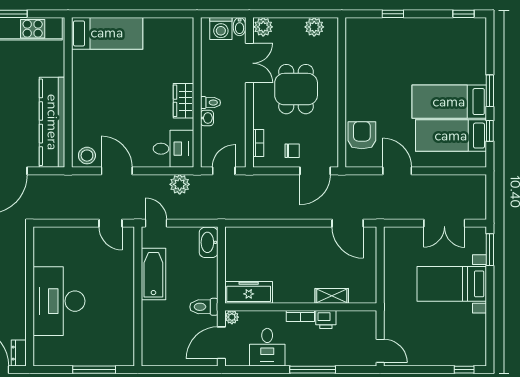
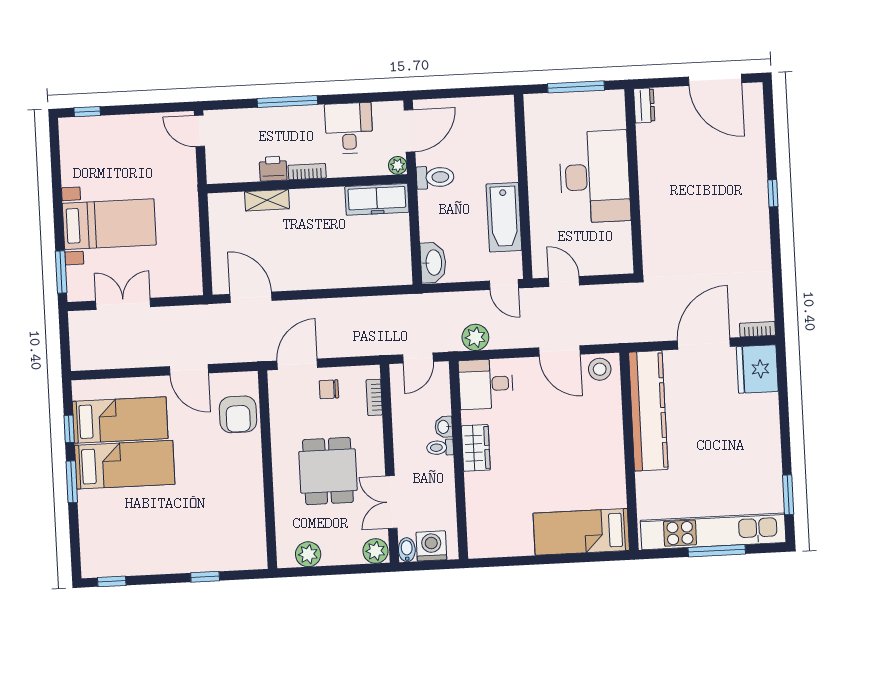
wall: (30, 296) -> (634, 181), moved
desk: (59, 301) -> (595, 177), moved
dresser: (19, 353) -> (644, 105), moved

